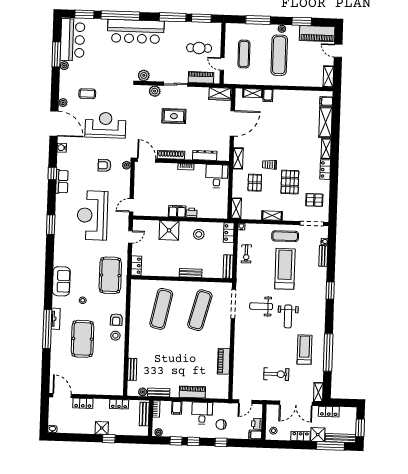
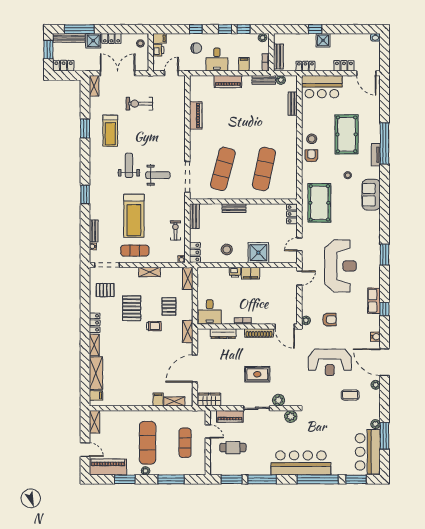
window: (328, 352) -> (85, 128), width x0.47
bar counter: (104, 384) -> (322, 87), added
locker: (329, 412) -> (64, 66), moved

